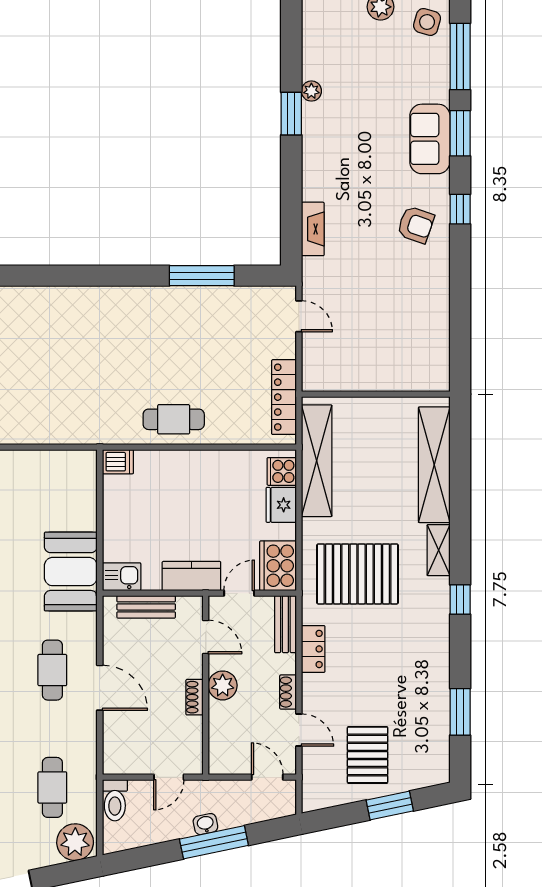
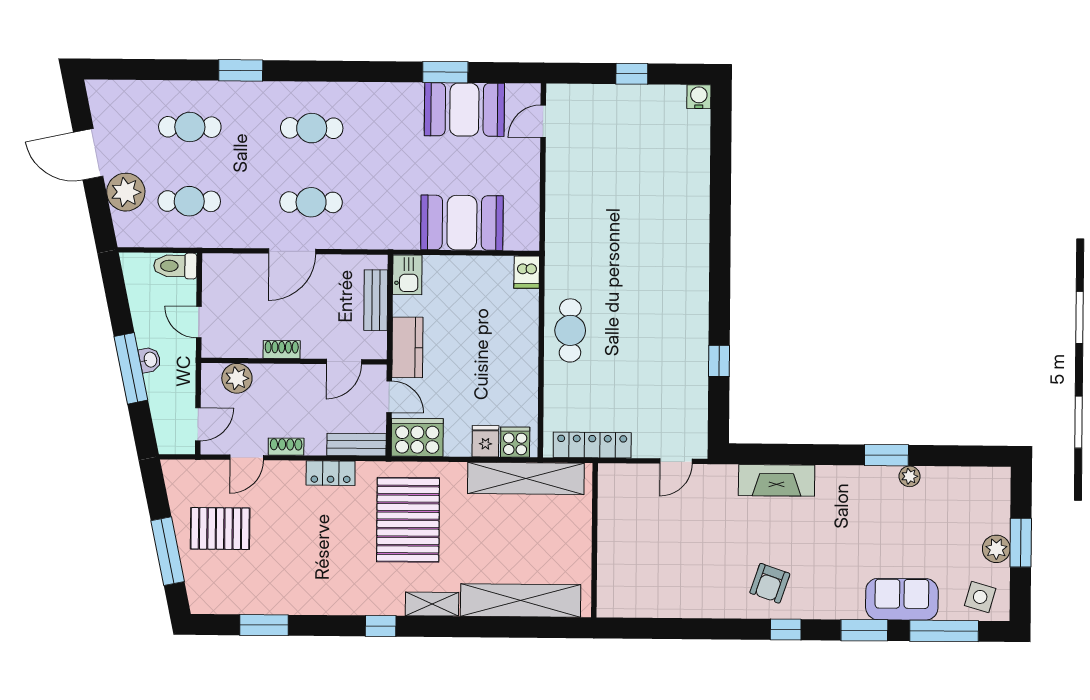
sofa: (430, 139) -> (902, 599), moved
fireplace: (313, 229) -> (777, 480), width x1.37, depth x1.32
window: (202, 276) -> (719, 361), width x0.46
fridge: (281, 505) -> (485, 441), width x0.72
booth: (71, 572) -> (462, 223), moved
plant: (223, 685) -> (237, 378), moved
window: (390, 805) -> (168, 551), width x1.44
plant: (75, 842) -> (126, 192), moved

